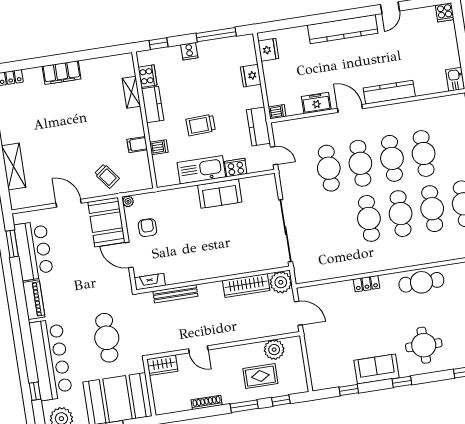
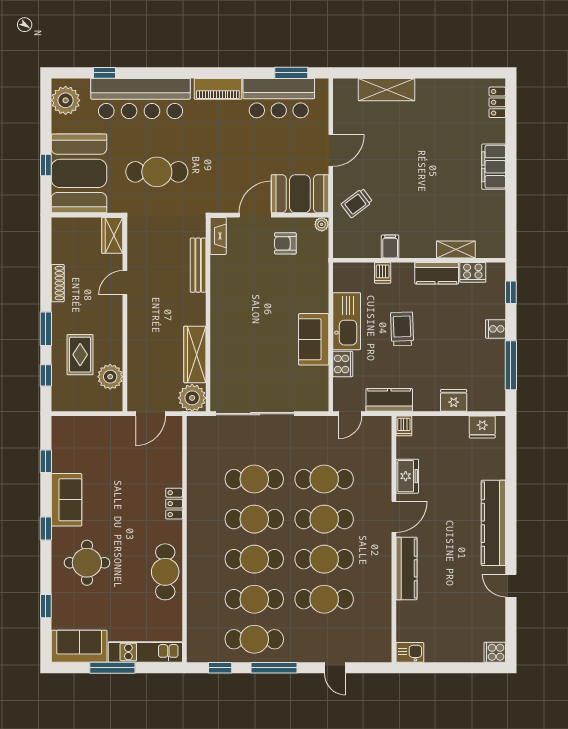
cafe table: (337, 223) -> (254, 479), added
armchair: (147, 228) -> (285, 243), turned 180

